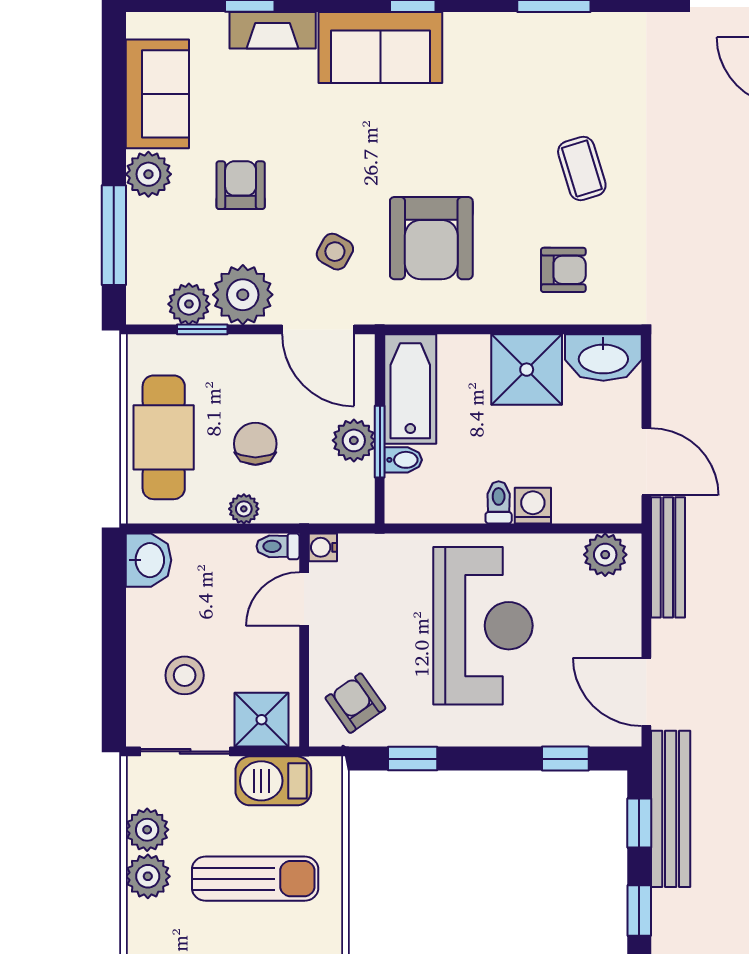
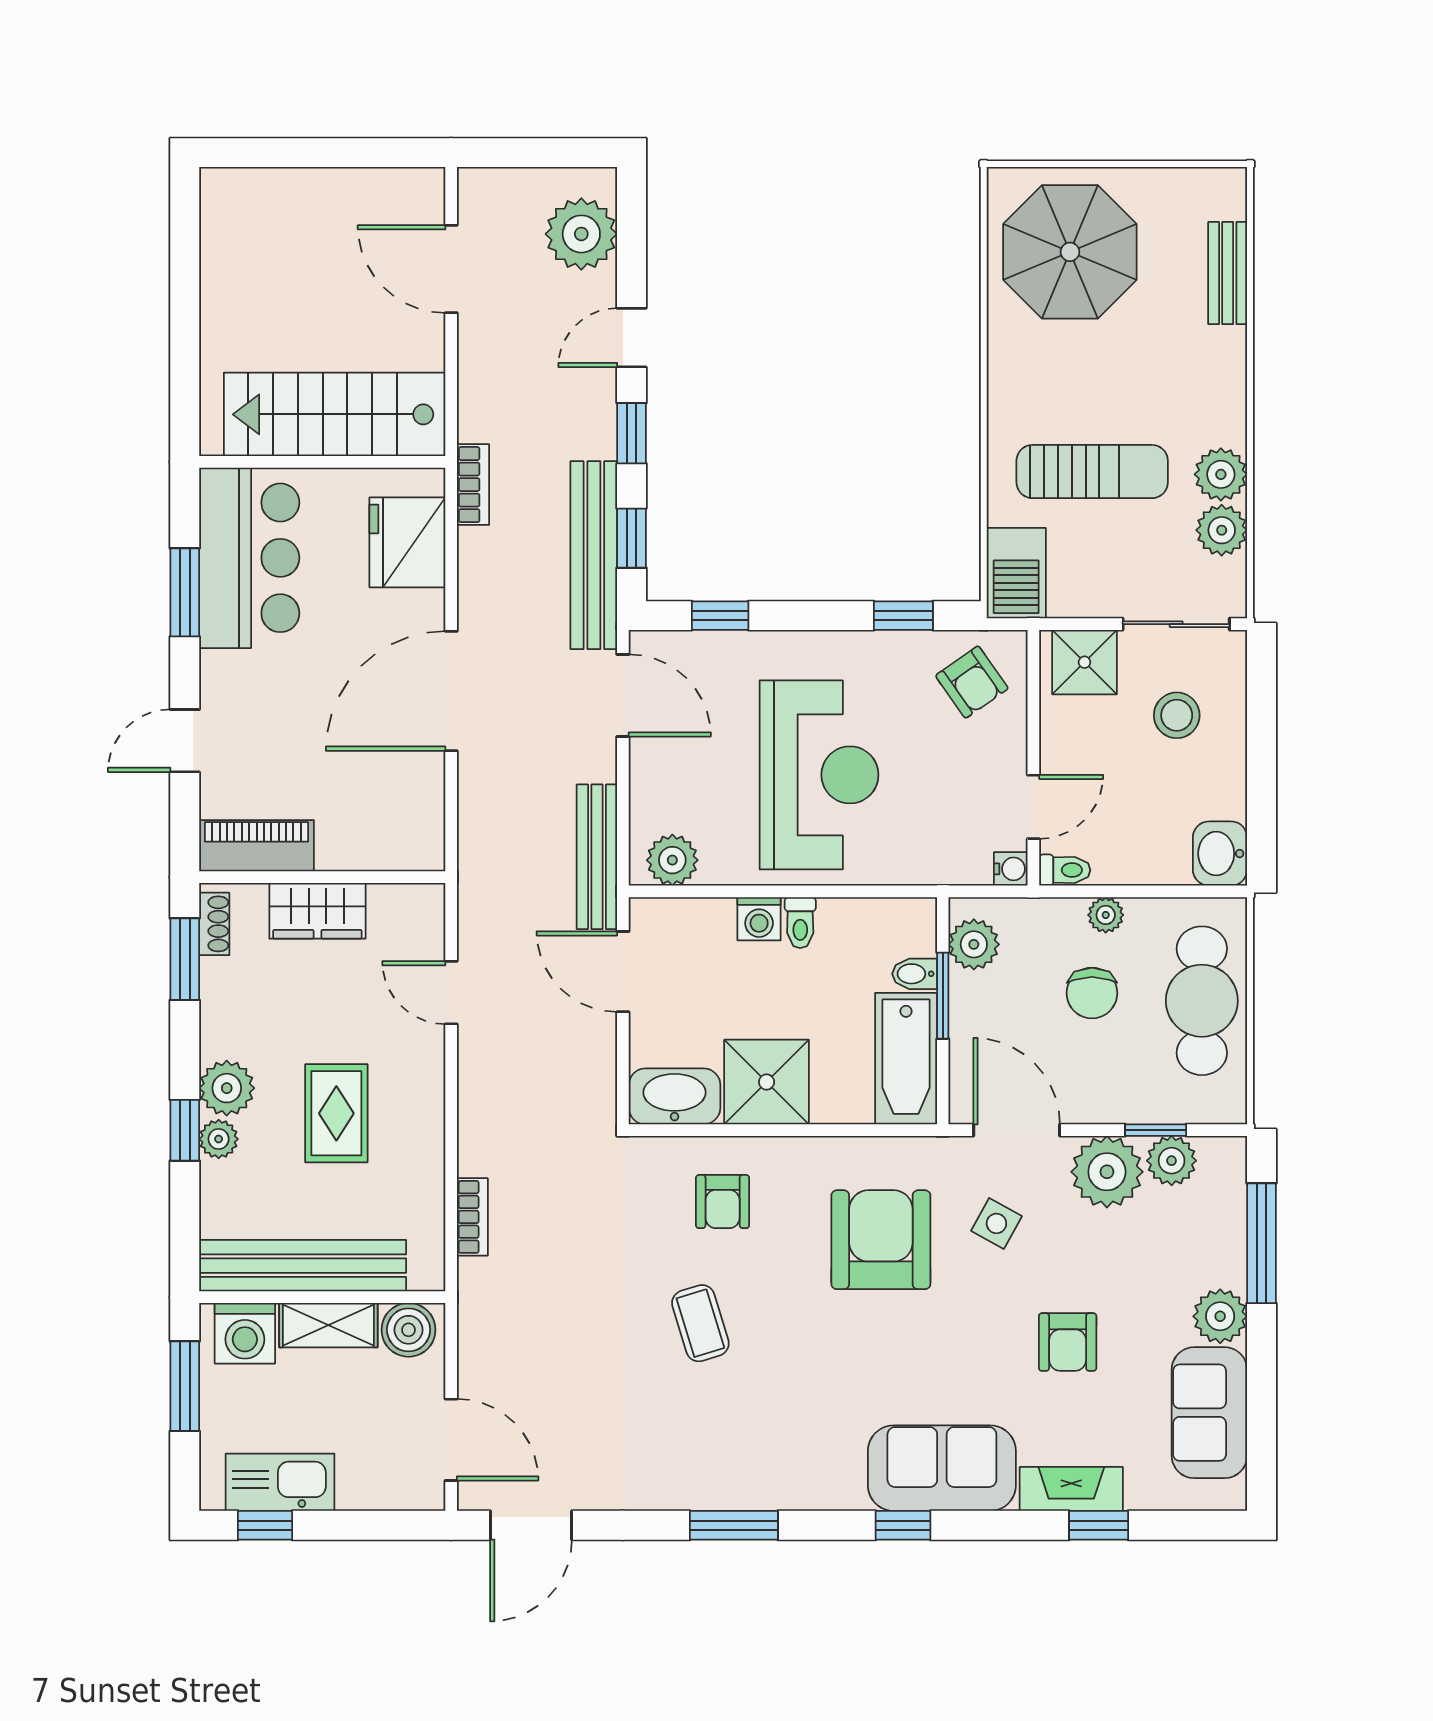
armchair: (241, 185) -> (1068, 1342), moved
armchair: (563, 270) -> (723, 1202), turned -90
plant: (354, 440) -> (974, 944), moved
reception desk: (483, 626) -> (819, 775), turned 180
barbecue: (273, 781) -> (1016, 573), moved, turned 90
sun lounger: (255, 879) -> (1092, 472), turned 180

